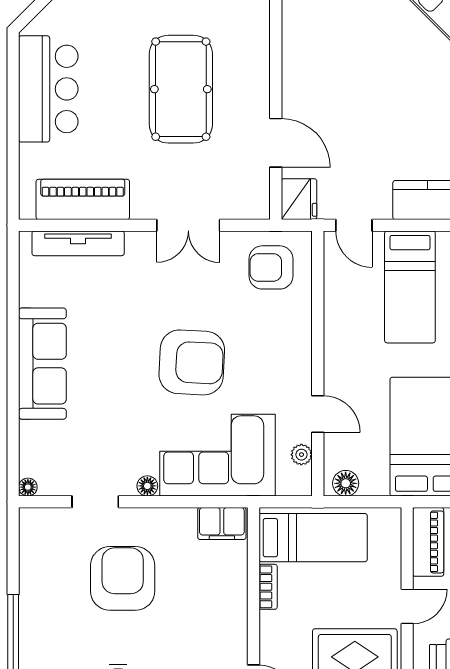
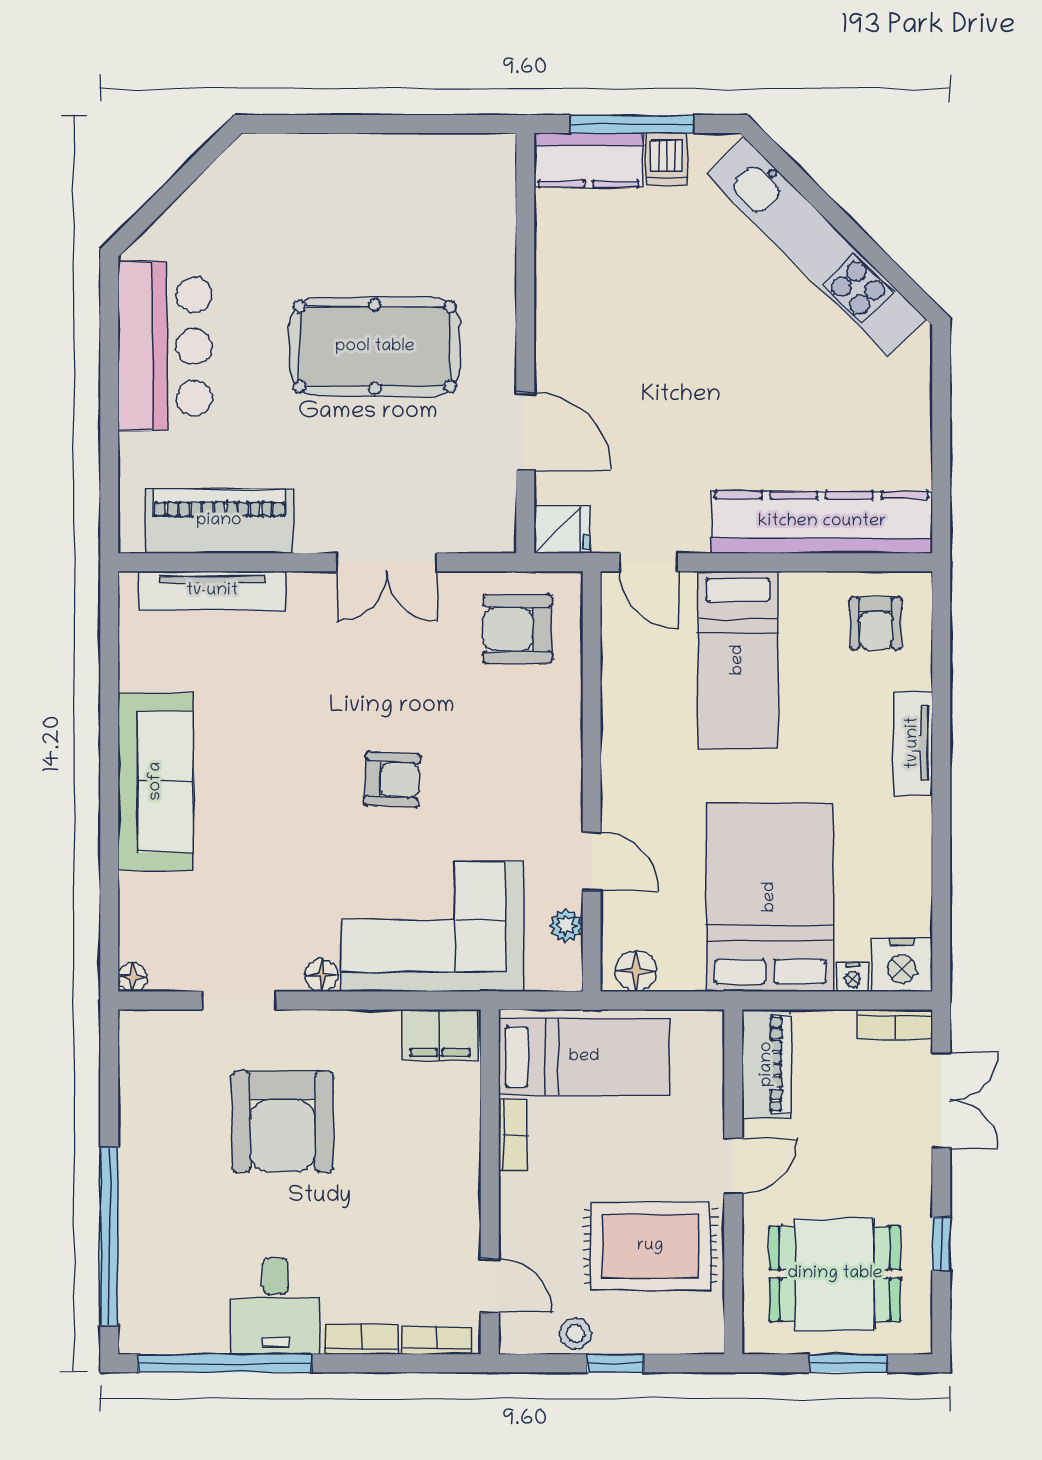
pool table: (181, 89) -> (375, 347), turned 90
fridge: (299, 199) -> (562, 530), width x0.72
armchair: (192, 362) -> (392, 780), width x0.53, depth x0.53
armchair: (123, 578) -> (283, 1122), turned 180

